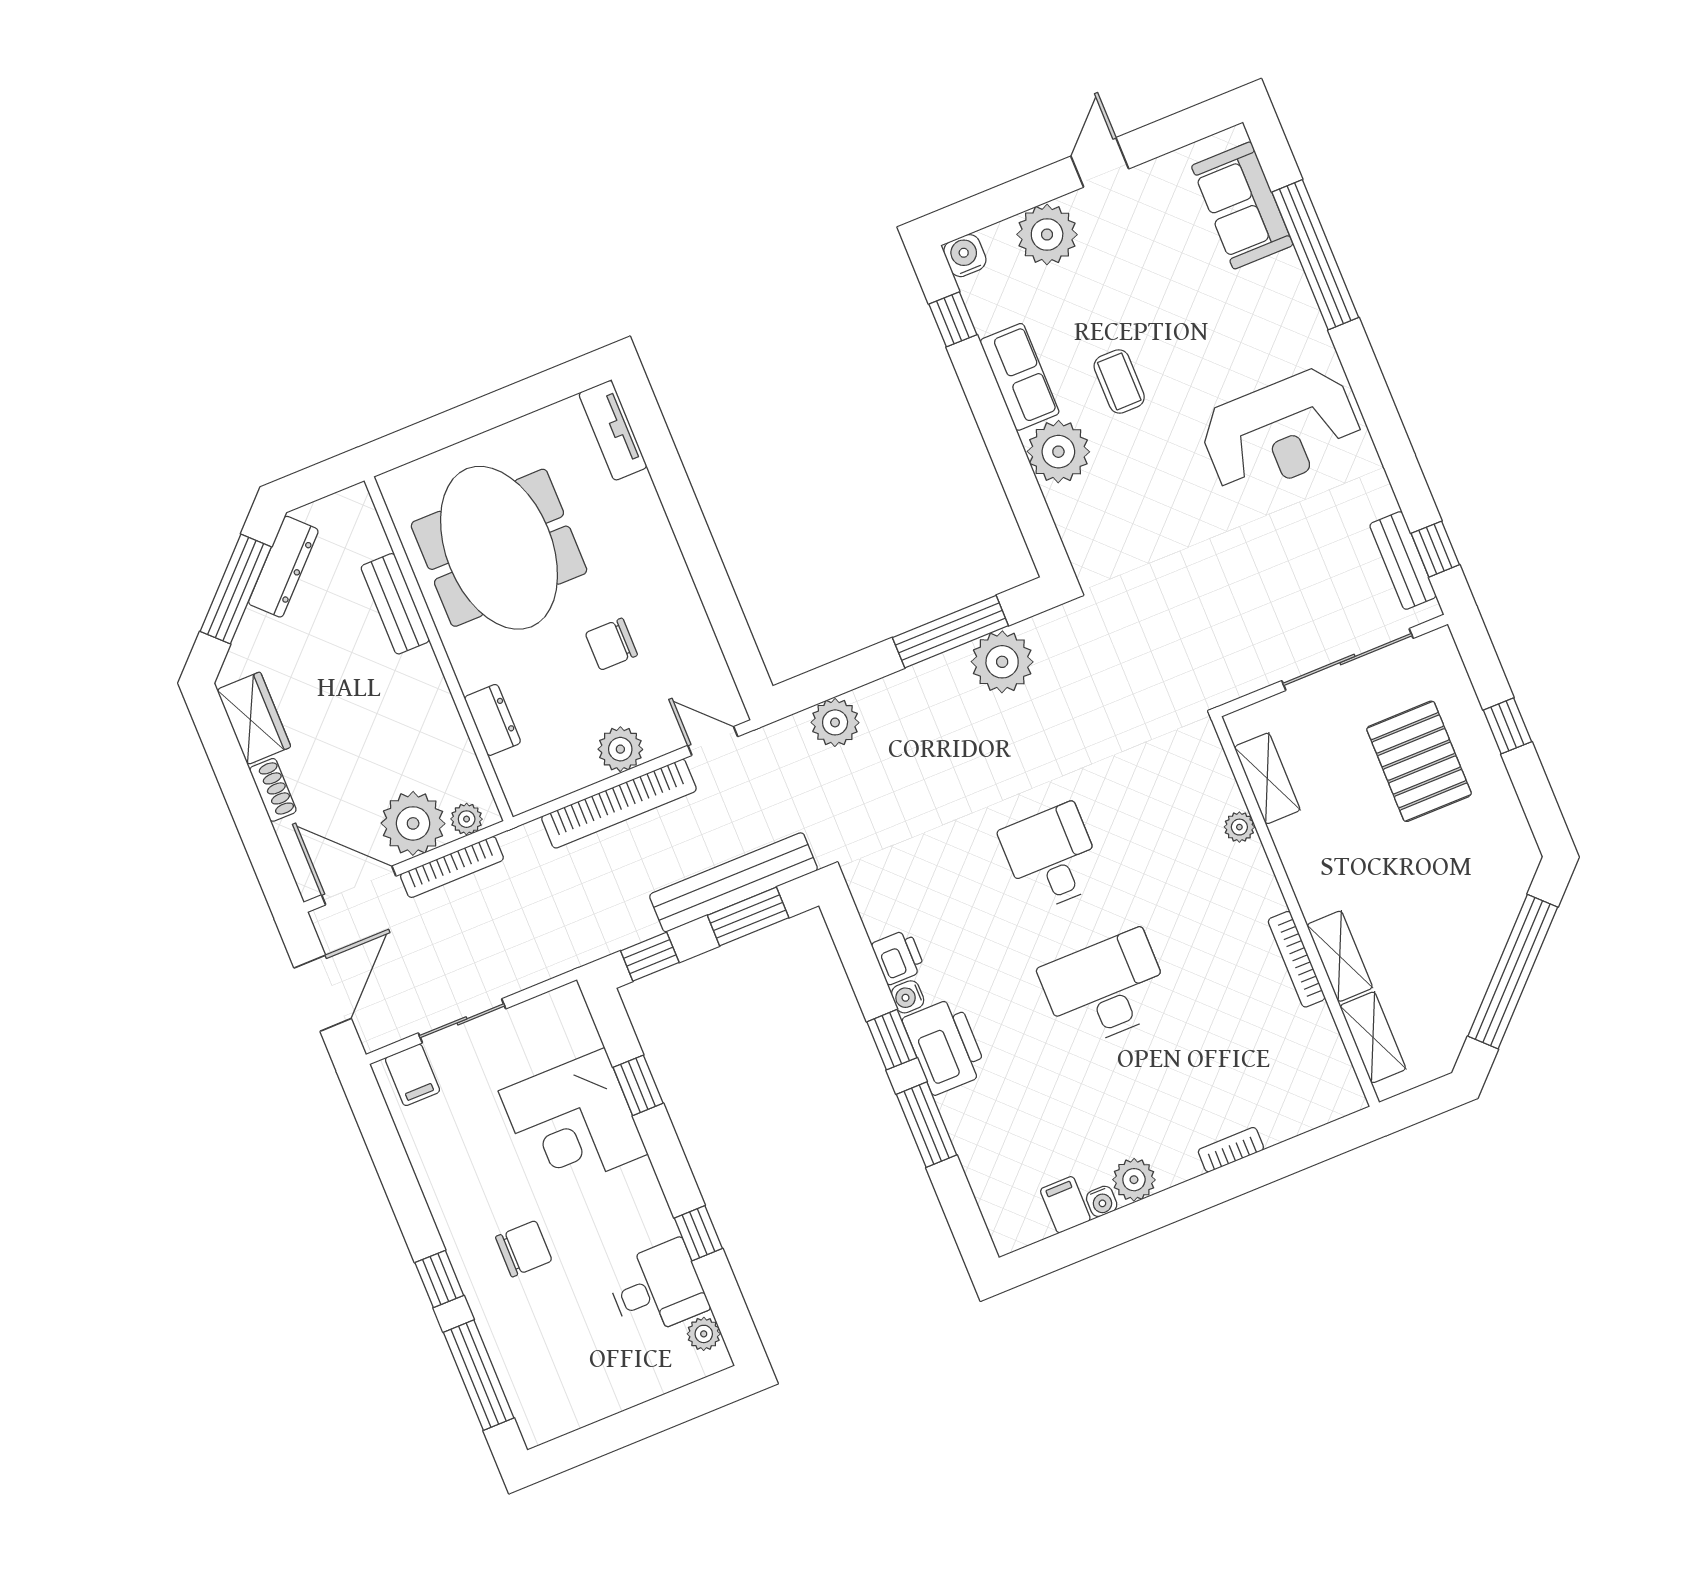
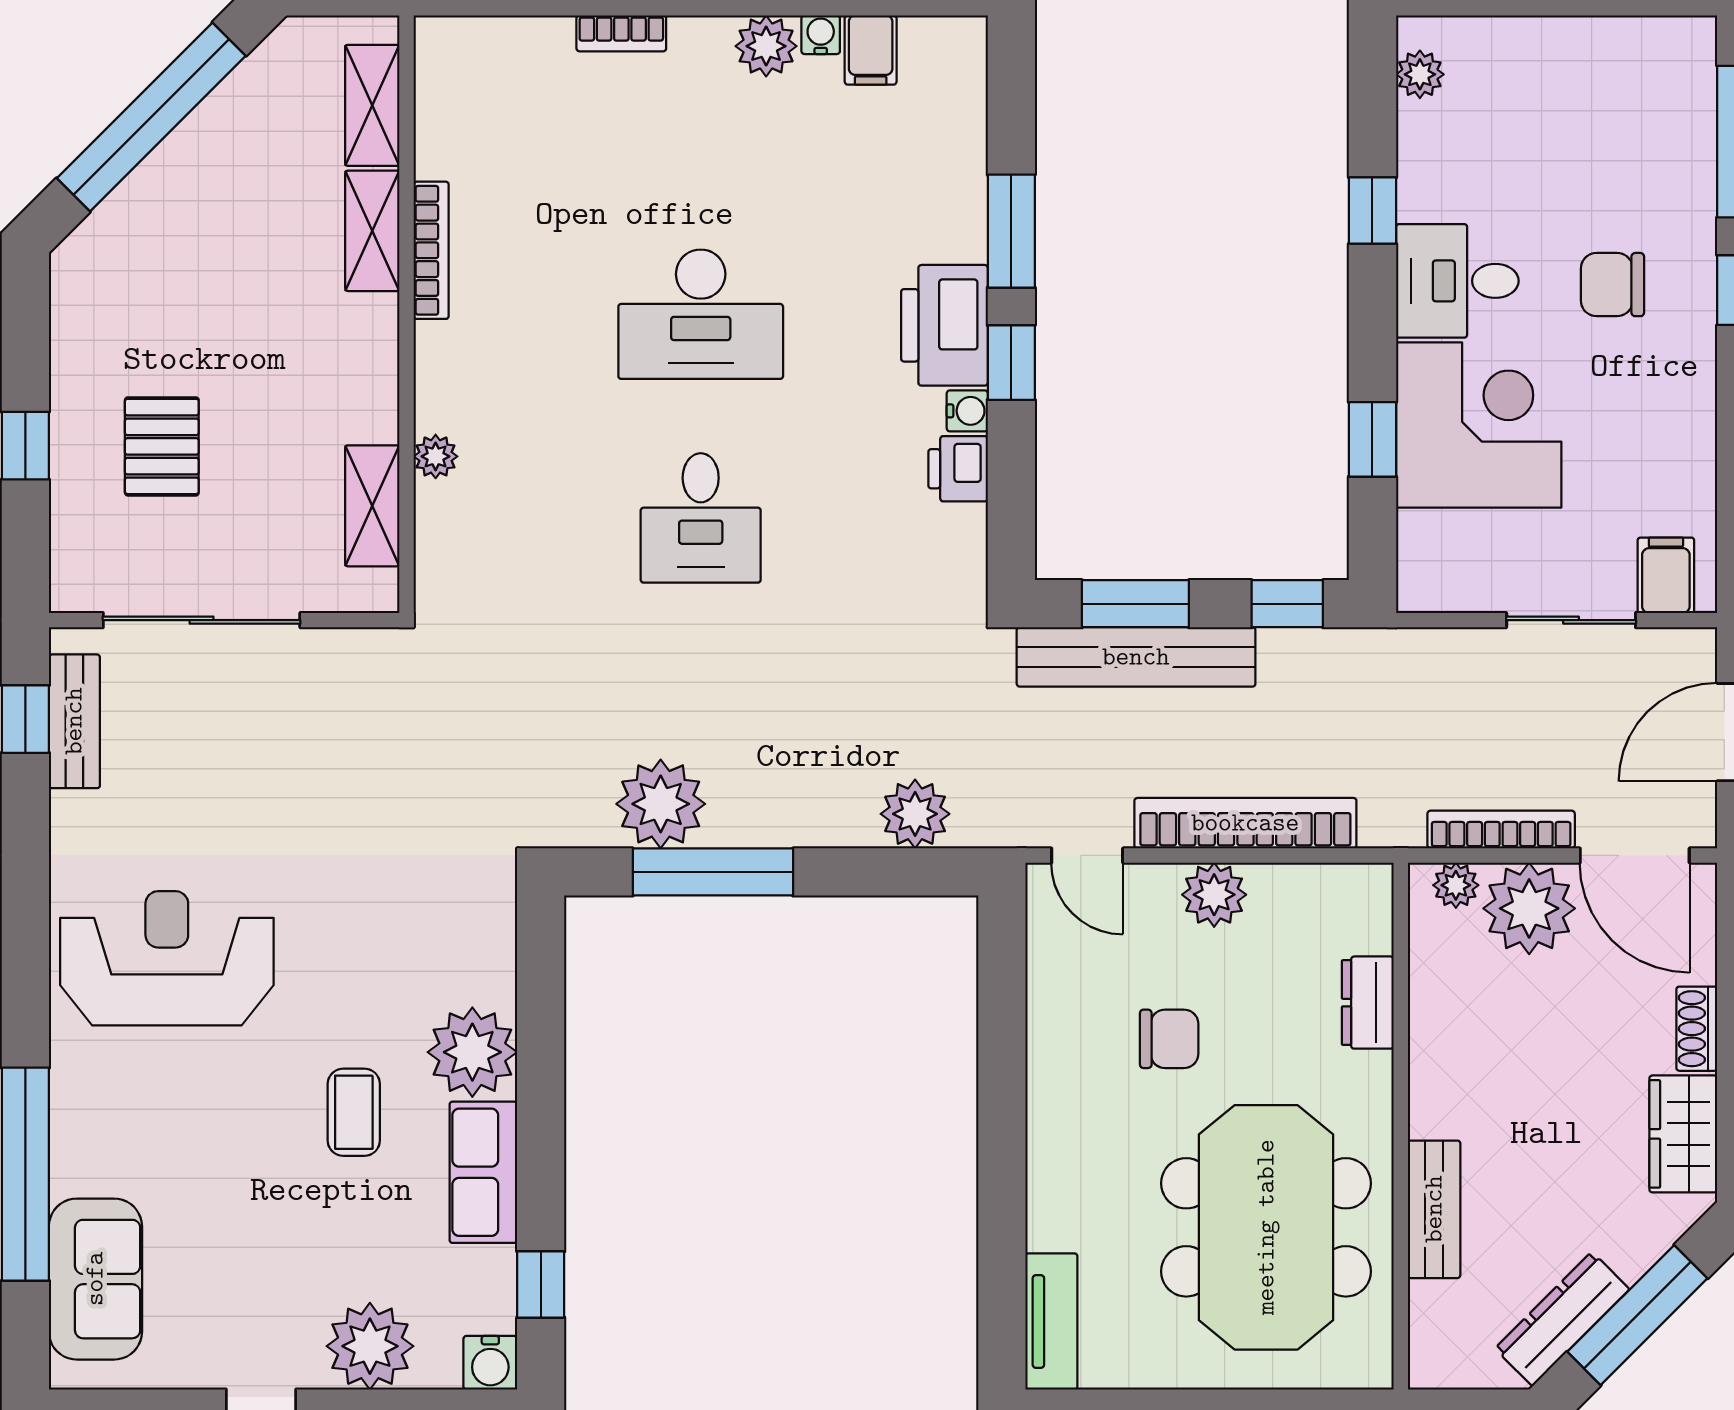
pallet: (1419, 761) -> (162, 446), width x0.67, depth x0.71
desk: (657, 1289) -> (1457, 281), moved

